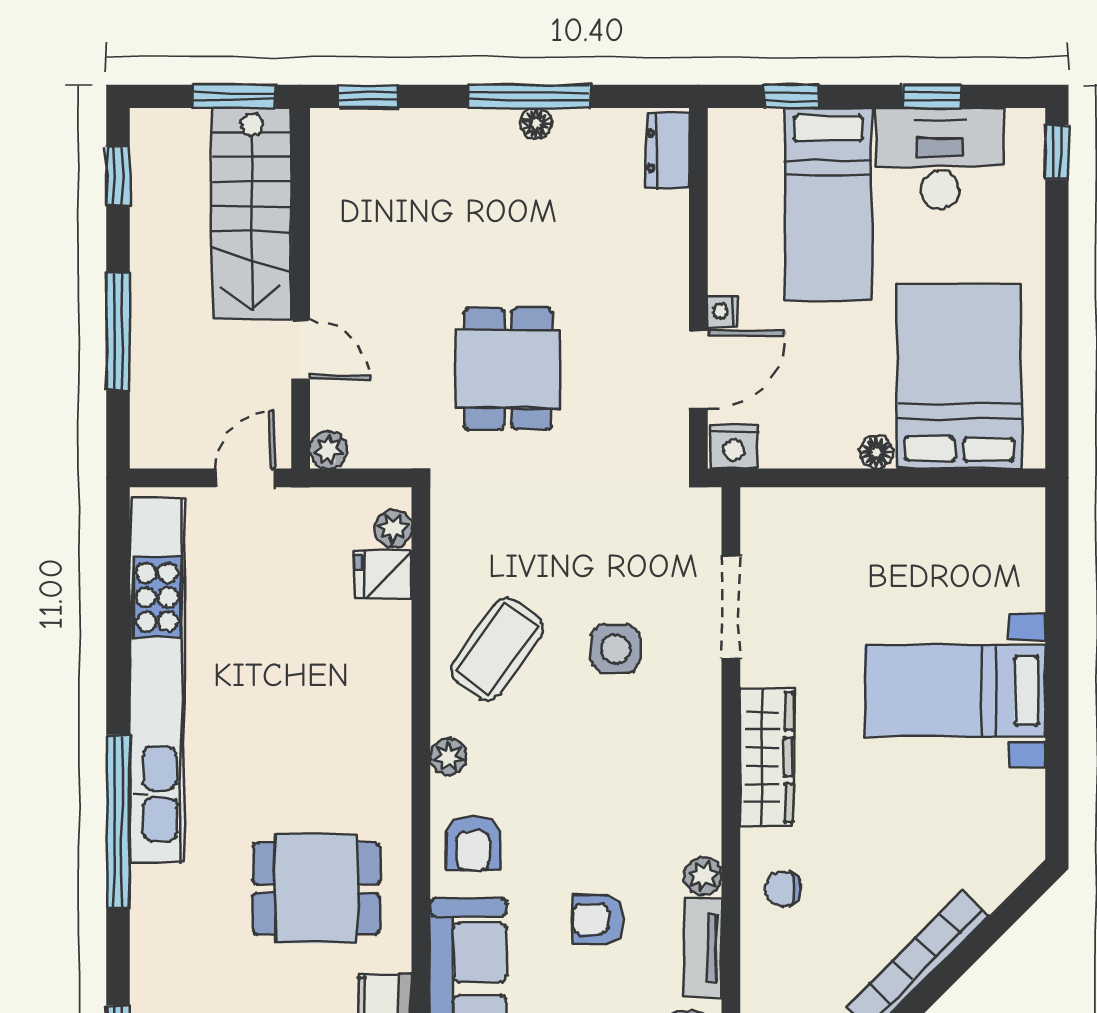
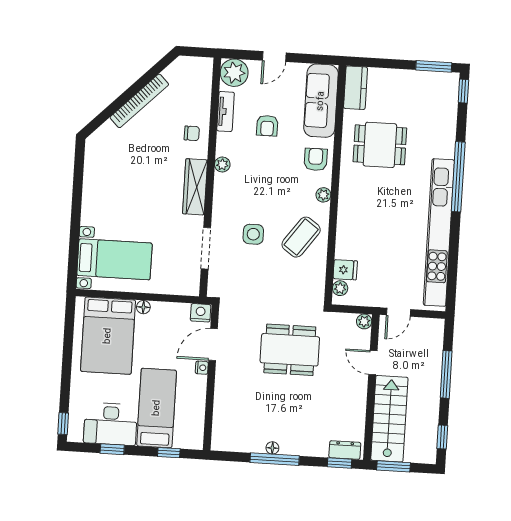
dresser: (668, 151) -> (345, 450), moved, turned -90
dining table: (508, 369) -> (290, 350), width x1.37
bed with nightstands: (955, 691) -> (114, 259), moved
plant: (703, 876) -> (222, 164), moved
armchair: (598, 919) -> (267, 126), turned 90

